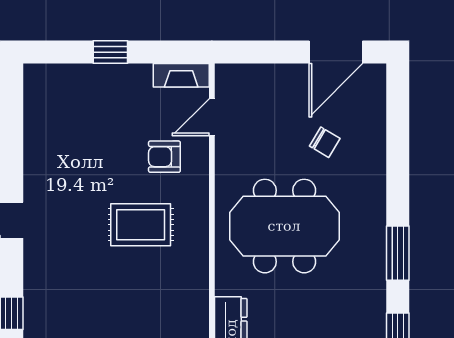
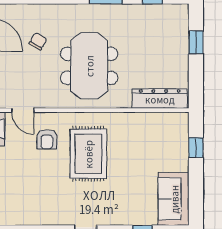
rug: (141, 225) -> (88, 154), width x1.36, depth x1.43

